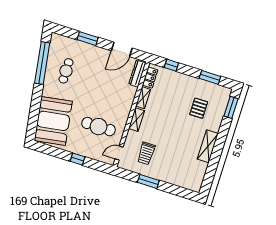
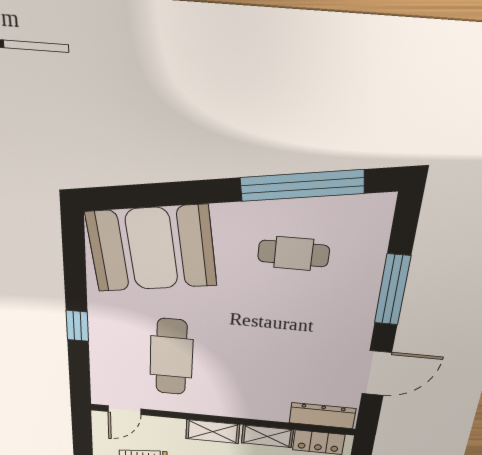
window: (88, 39) -> (392, 290), width x1.44
door: (122, 49) -> (377, 373), swing flipped
door: (119, 153) -> (125, 410), swing flipped

